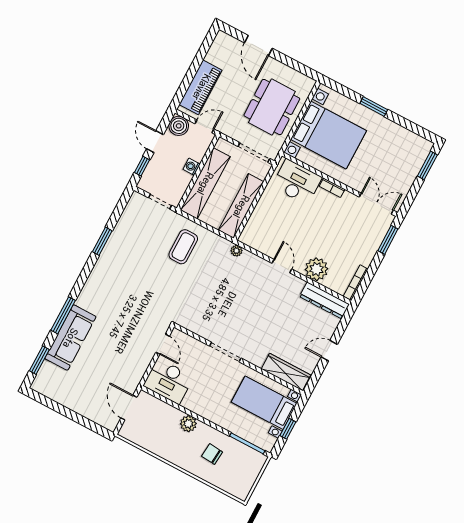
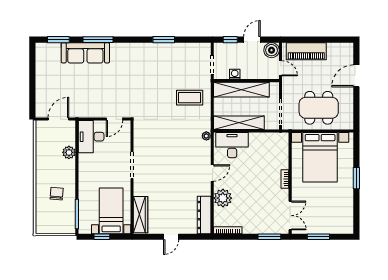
window: (427, 165) -> (318, 237), moved
washing machine: (192, 167) -> (235, 74), moved
desk: (297, 182) -> (232, 145), moved, turned -90
door: (329, 351) -> (171, 237), swing flipped
plant: (188, 424) -> (69, 152), moved

